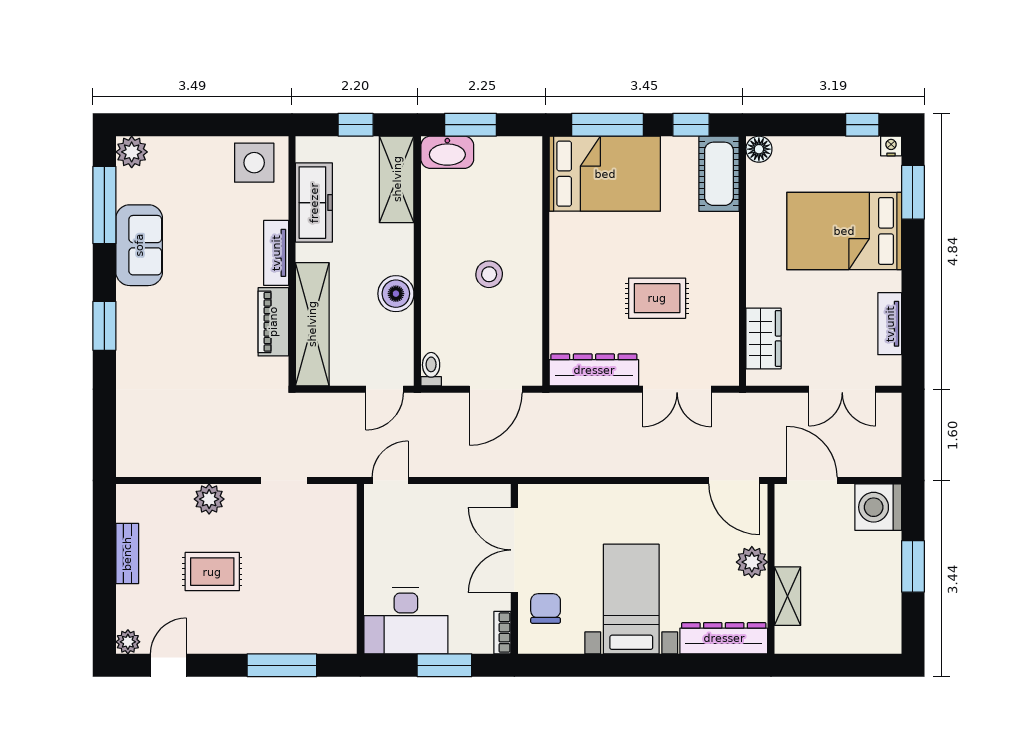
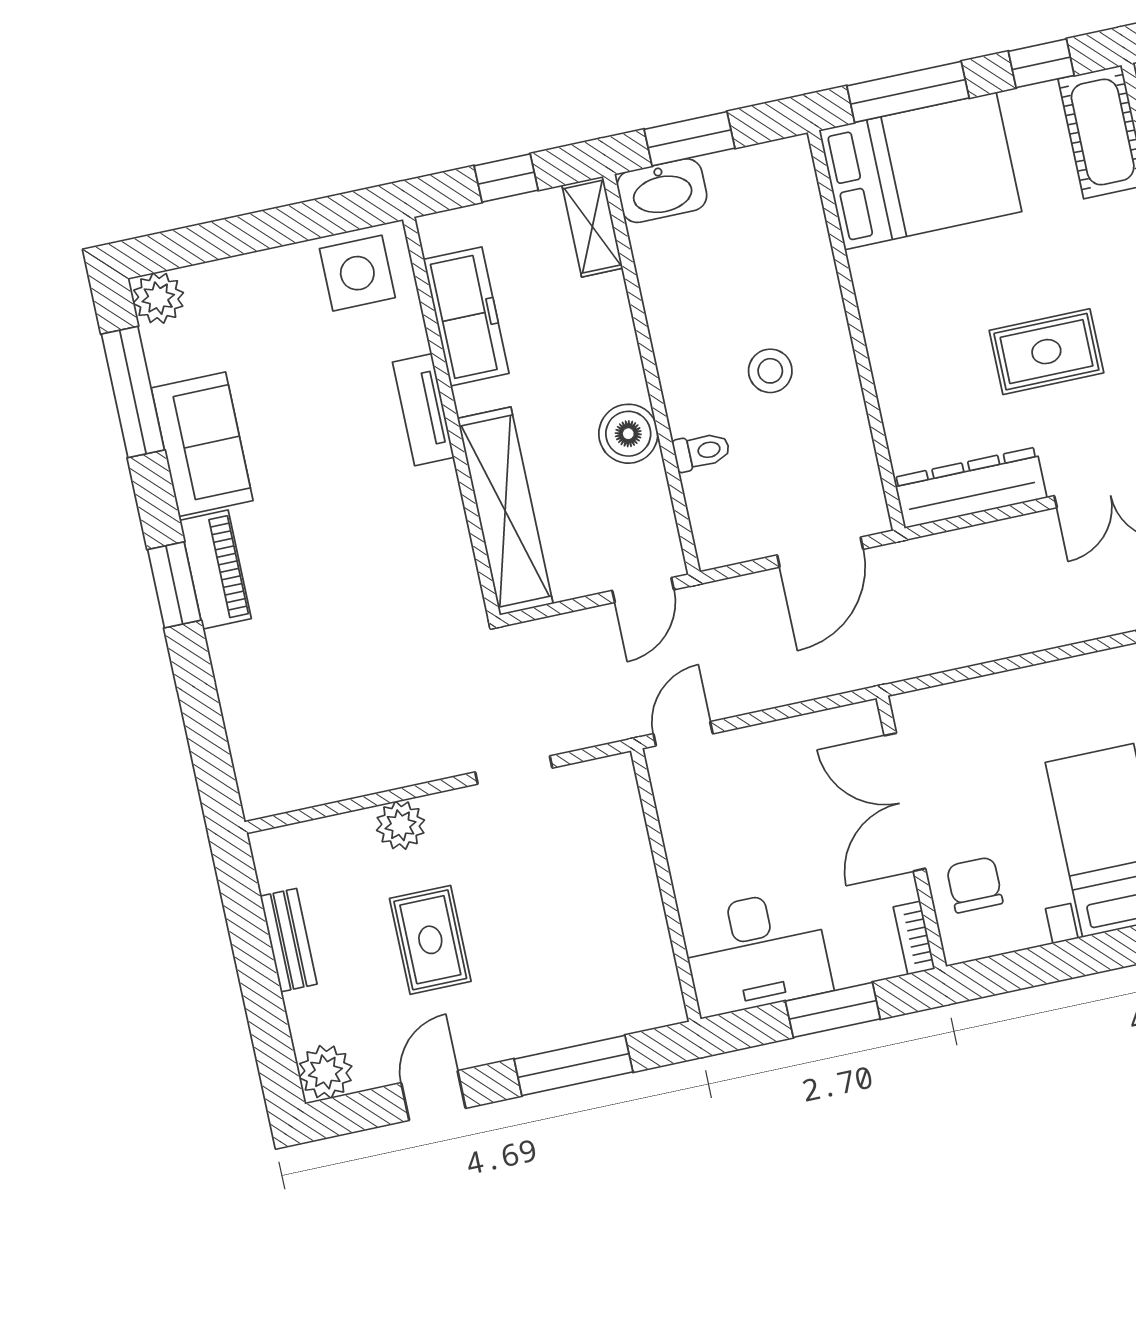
shelving: (397, 179) -> (592, 227), width x0.67, depth x0.75
piano: (273, 322) -> (215, 569), moved, turned 180
toilet: (431, 369) -> (702, 451), moved, turned 90
rug: (212, 572) -> (430, 940), turned 90
plant: (128, 642) -> (325, 1072), width x1.38, depth x1.38
door: (168, 665) -> (433, 1096), moved

